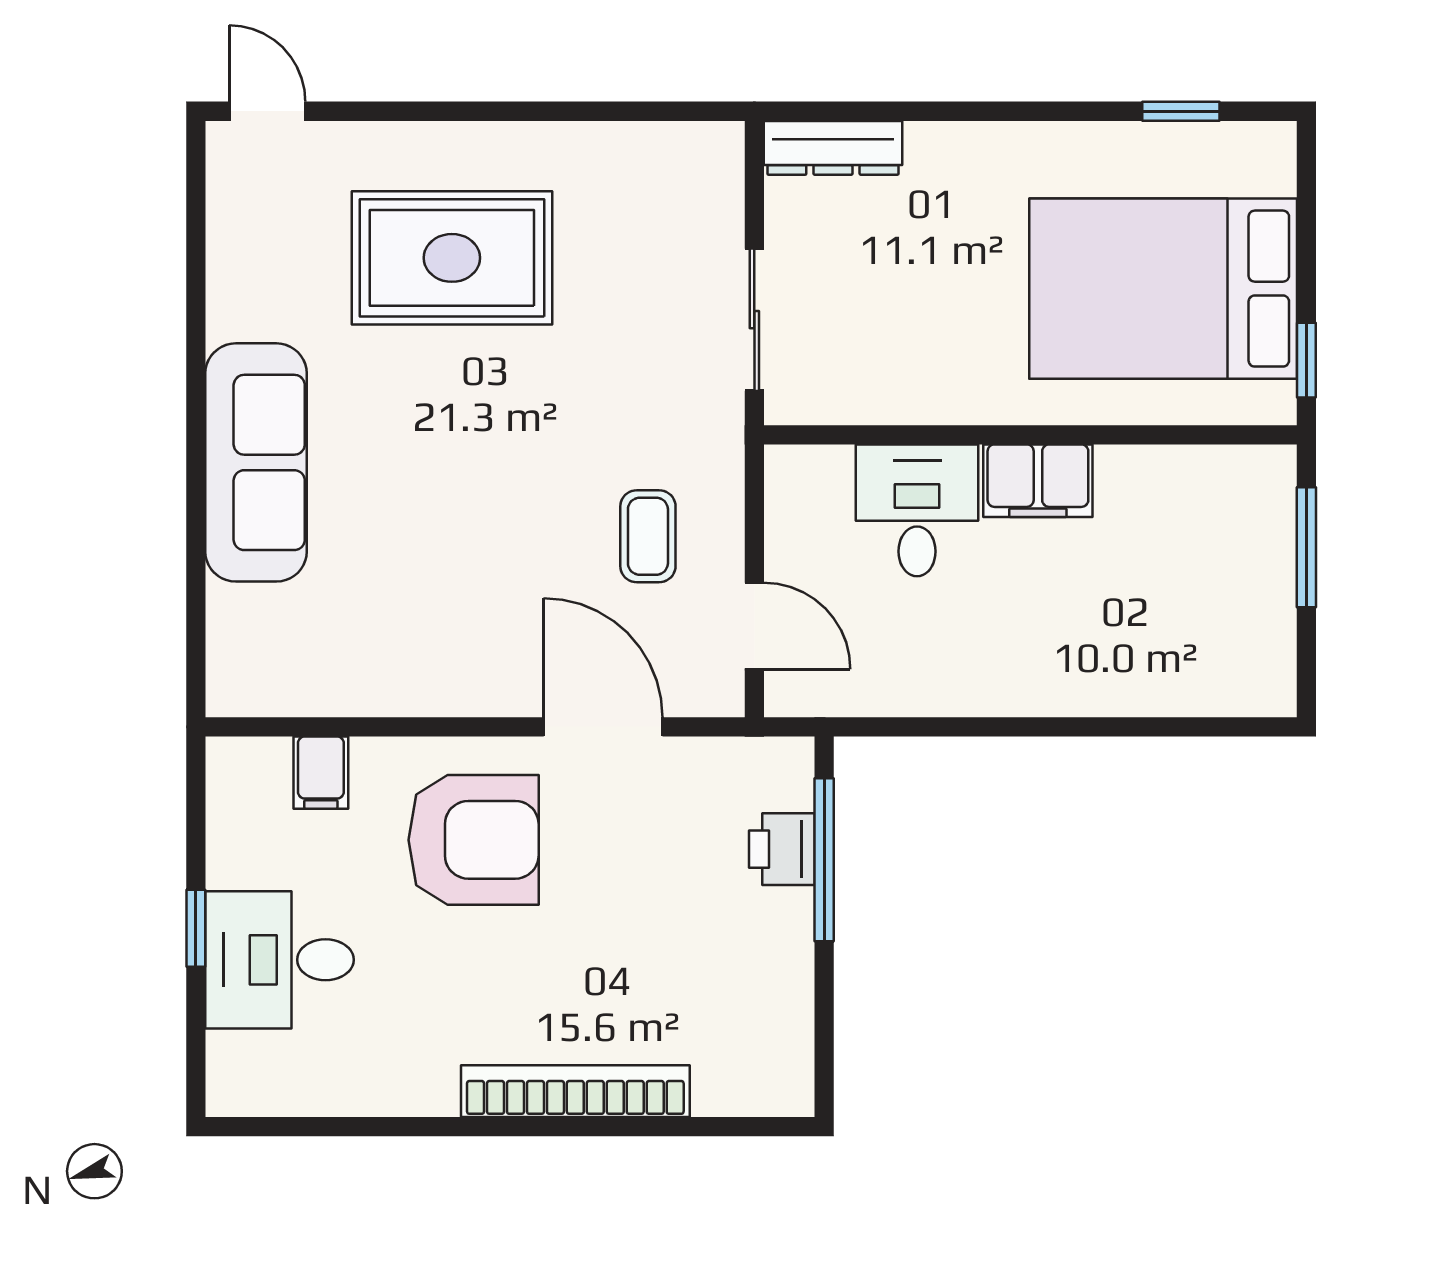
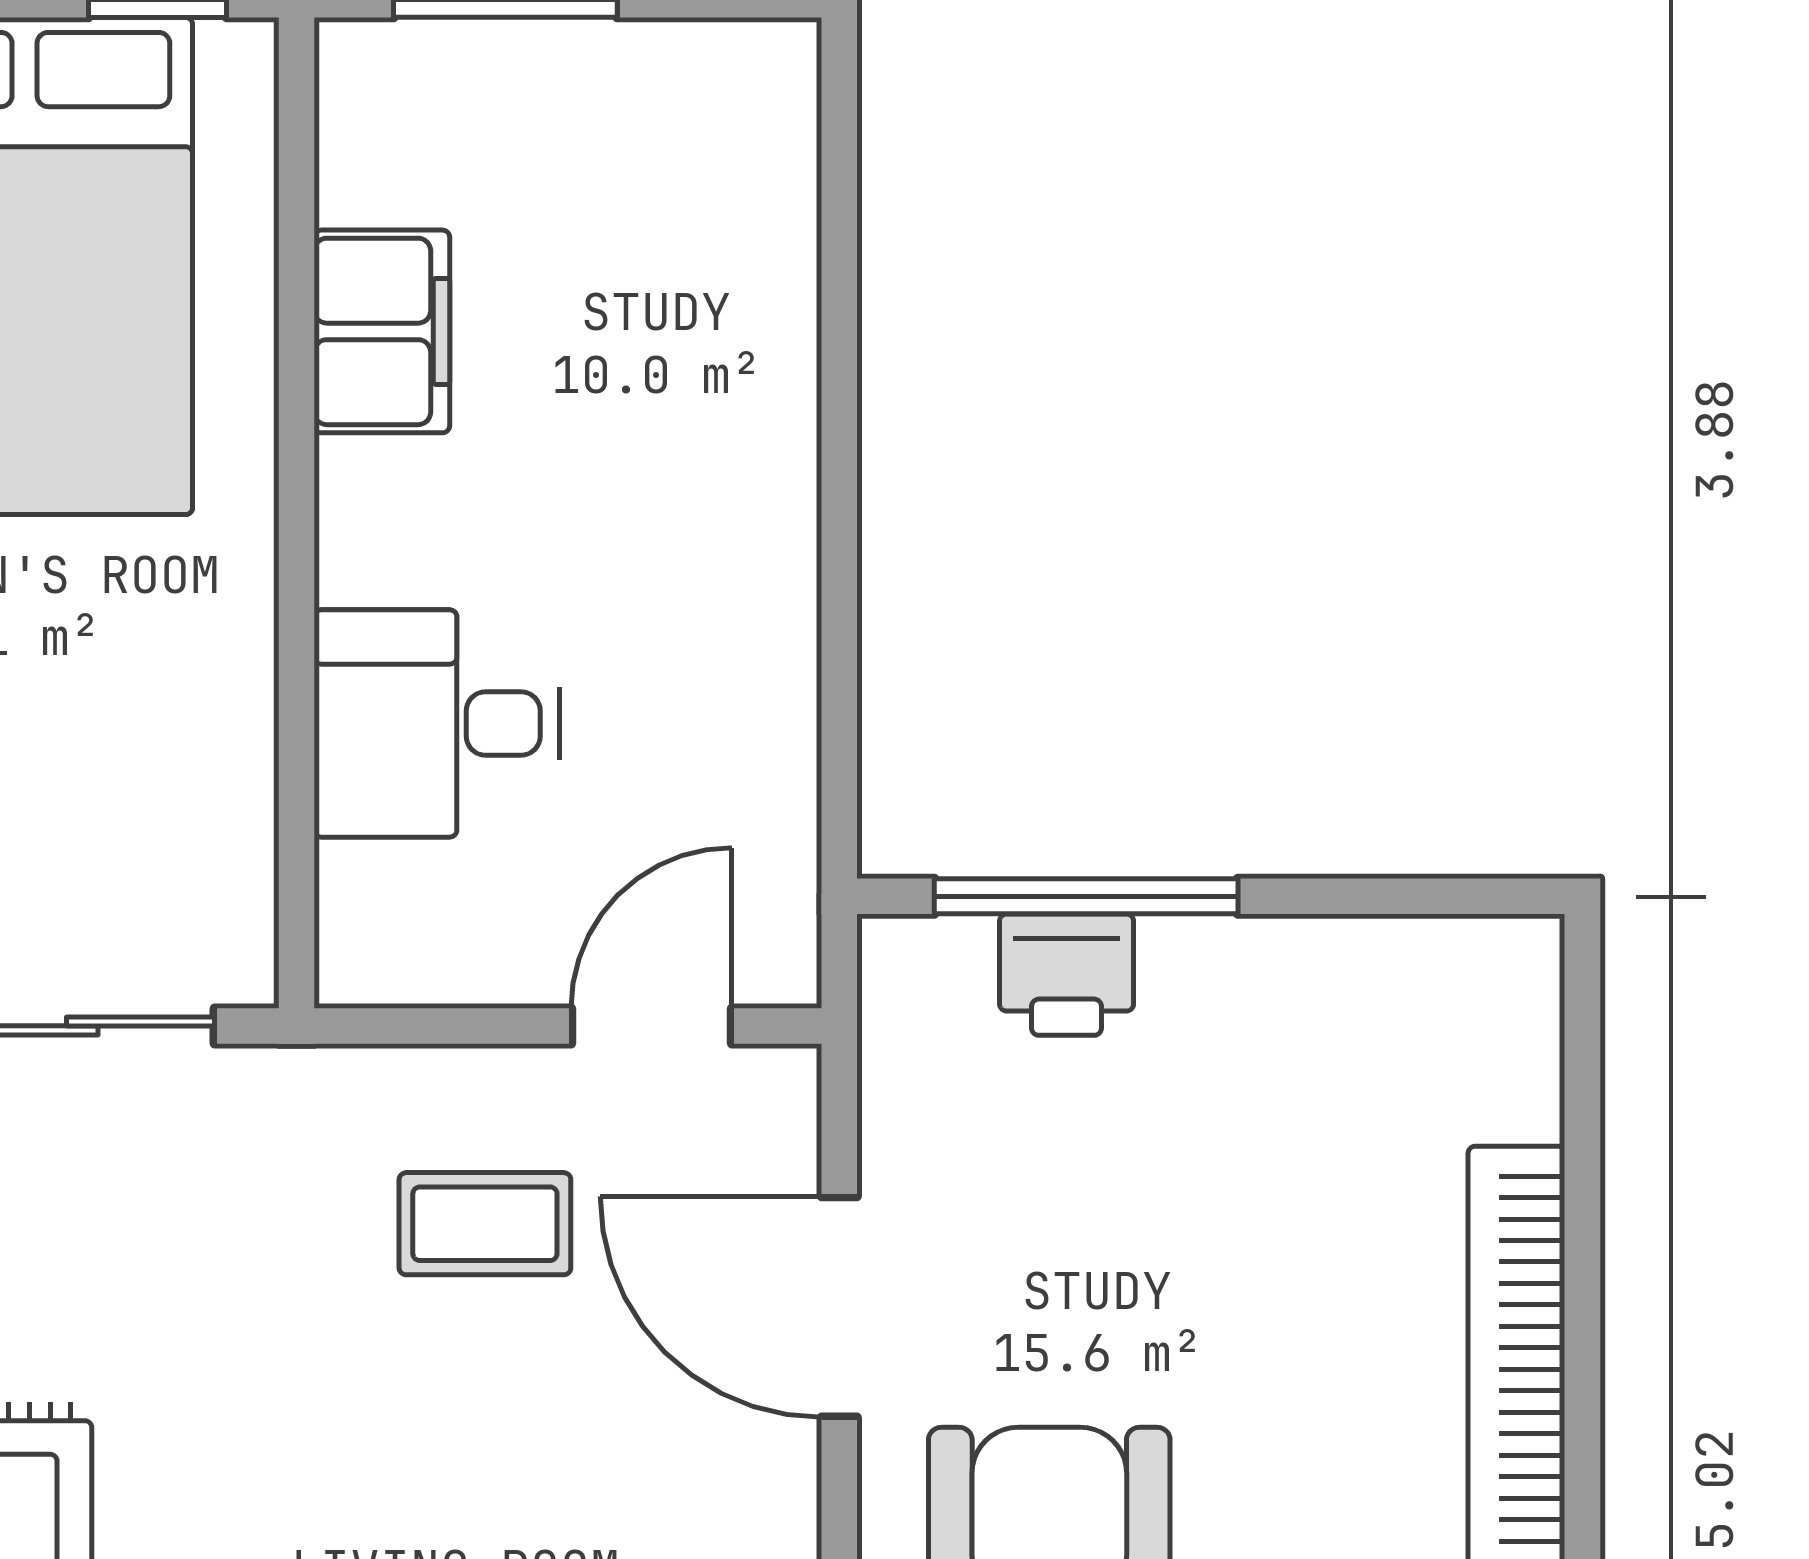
filing cabinet: (1038, 481) -> (382, 331), moved
door: (603, 727) -> (839, 1307), hinge flipped

